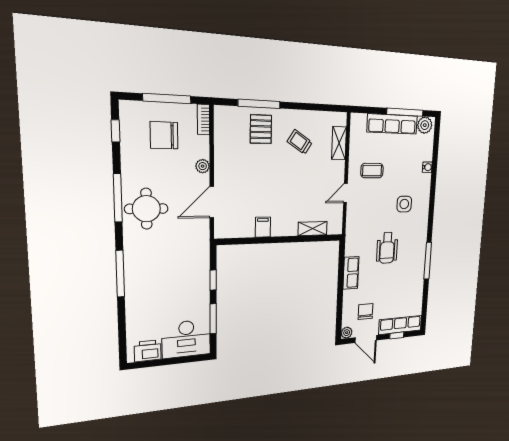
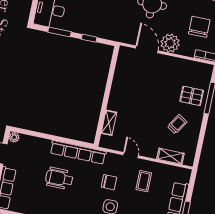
plant: (203, 166) -> (170, 43), width x1.88, depth x1.88
filing cabinet: (263, 227) -> (120, 83), removed
wheelchair: (387, 248) -> (59, 178), moved
row of seats: (351, 273) -> (78, 152), width x2.02
chair: (366, 312) -> (109, 182), moved

